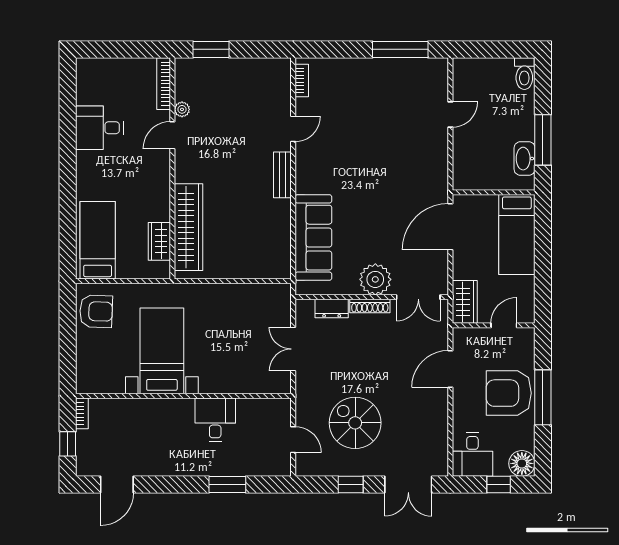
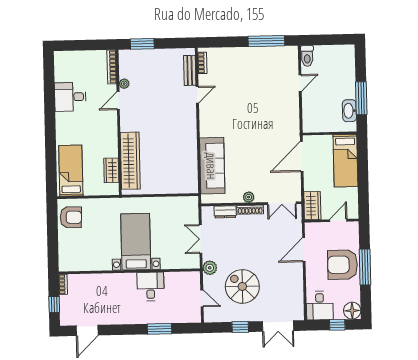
toilet: (524, 74) -> (307, 56), moved
bench: (282, 175) -> (190, 70), moved
plant: (375, 279) -> (249, 197), width x0.53, depth x0.53
bed with nightstands: (162, 351) -> (136, 242), moved
plant: (306, 393) -> (210, 268), added

